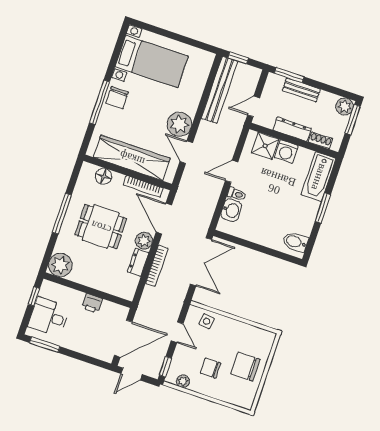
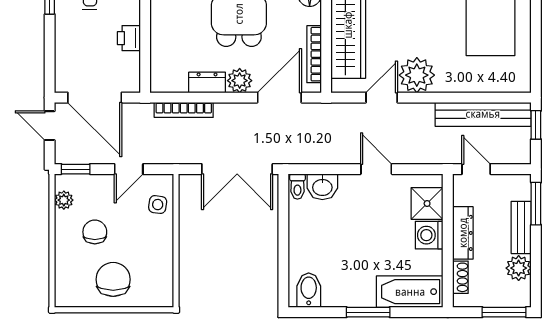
plant: (345, 106) -> (519, 268), moved
toilet: (237, 194) -> (297, 187), moved
bookcase: (157, 266) -> (184, 110), moved

